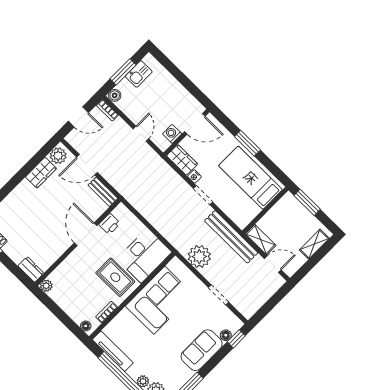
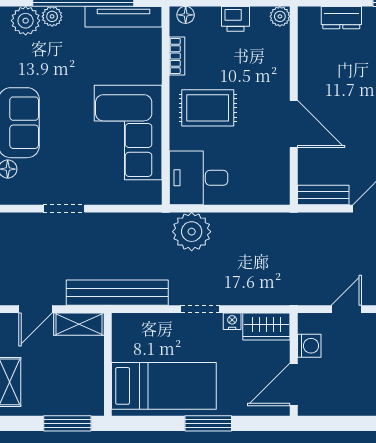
door: (141, 134) -> (346, 309), swing flipped
printer: (109, 224) -> (236, 19), moved, turned -90
desk: (144, 256) -> (199, 178), width x0.73
plant: (199, 257) -> (192, 232), moved
dresser: (31, 269) -> (341, 18), moved

